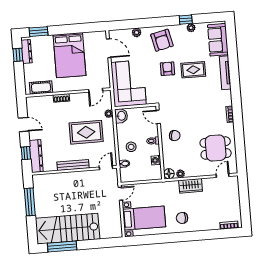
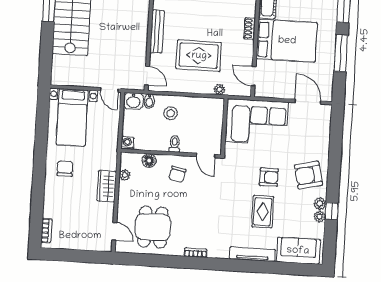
window: (70, 29) -> (341, 53), added
plant: (137, 32) -> (320, 204), moved
door: (109, 48) -> (308, 102), swing flipped
bed: (69, 55) -> (287, 41), moved, turned 180
washbasin: (121, 116) -> (133, 101), moved
door: (158, 117) -> (206, 155), swing flipped
rug: (86, 132) -> (199, 56), turned 90
washing machine: (156, 160) -> (127, 143), moved
floor lamp: (169, 174) -> (149, 161), moved

